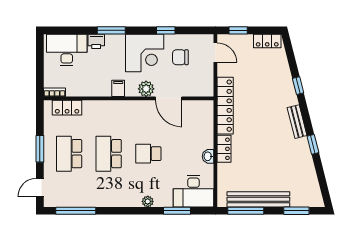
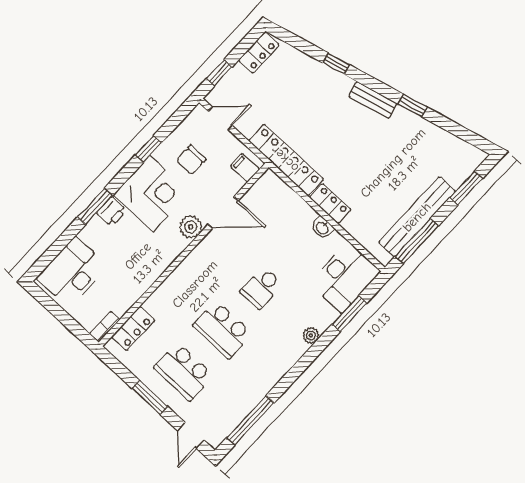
printer: (96, 41) -> (112, 212), moved
filing cabinet: (118, 88) -> (245, 168), moved

